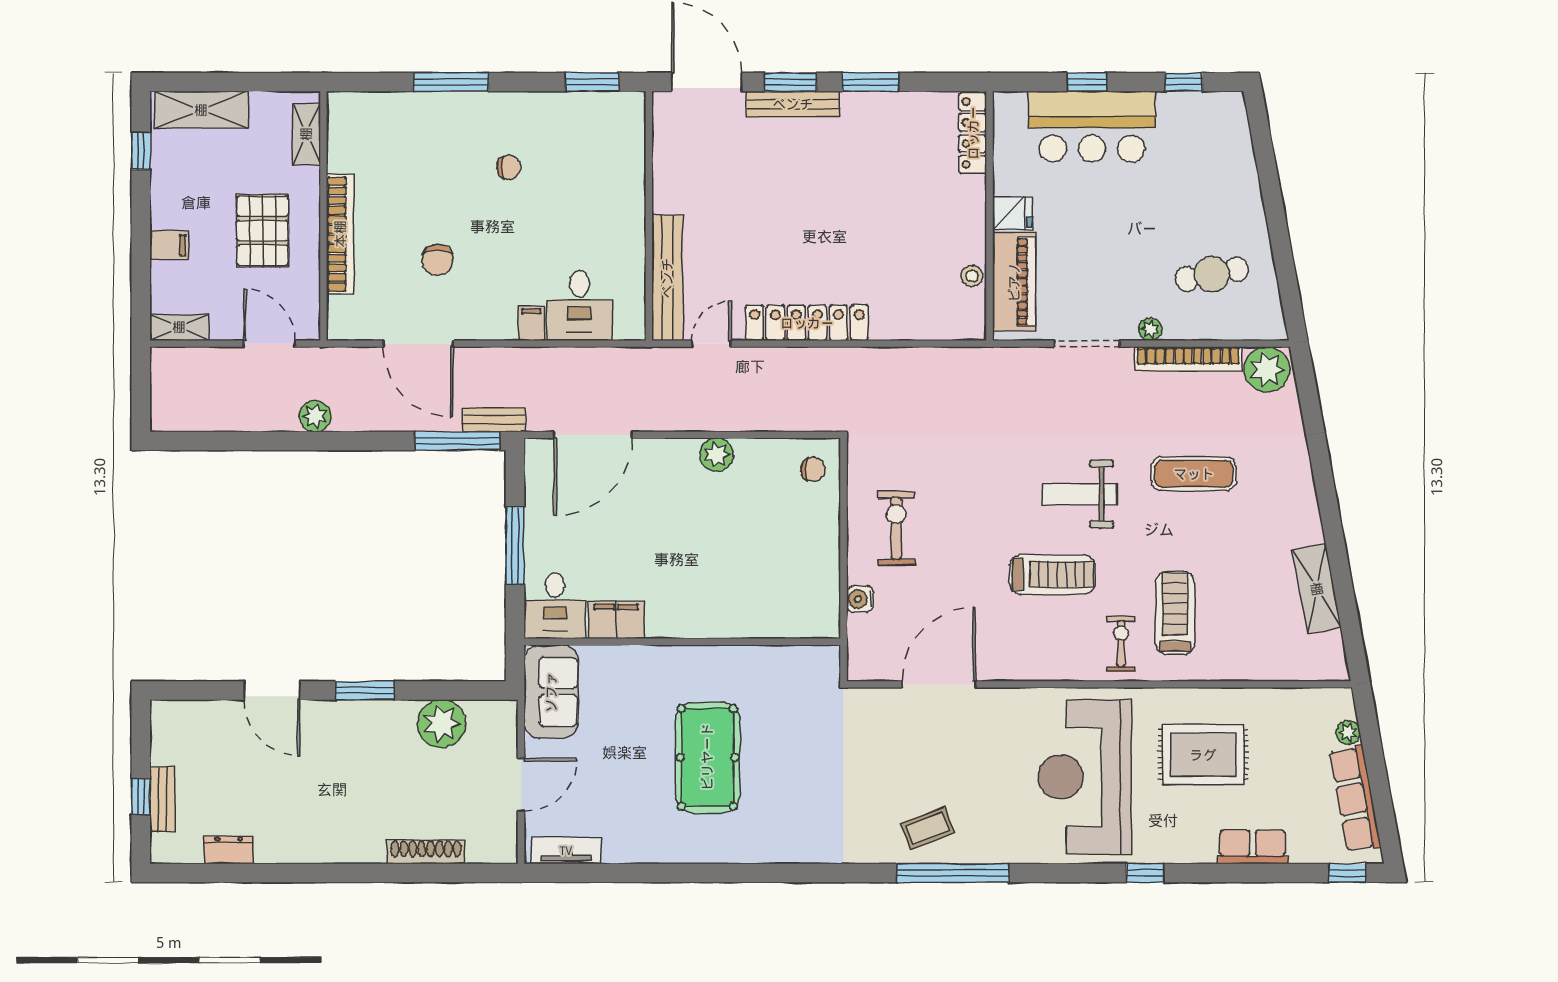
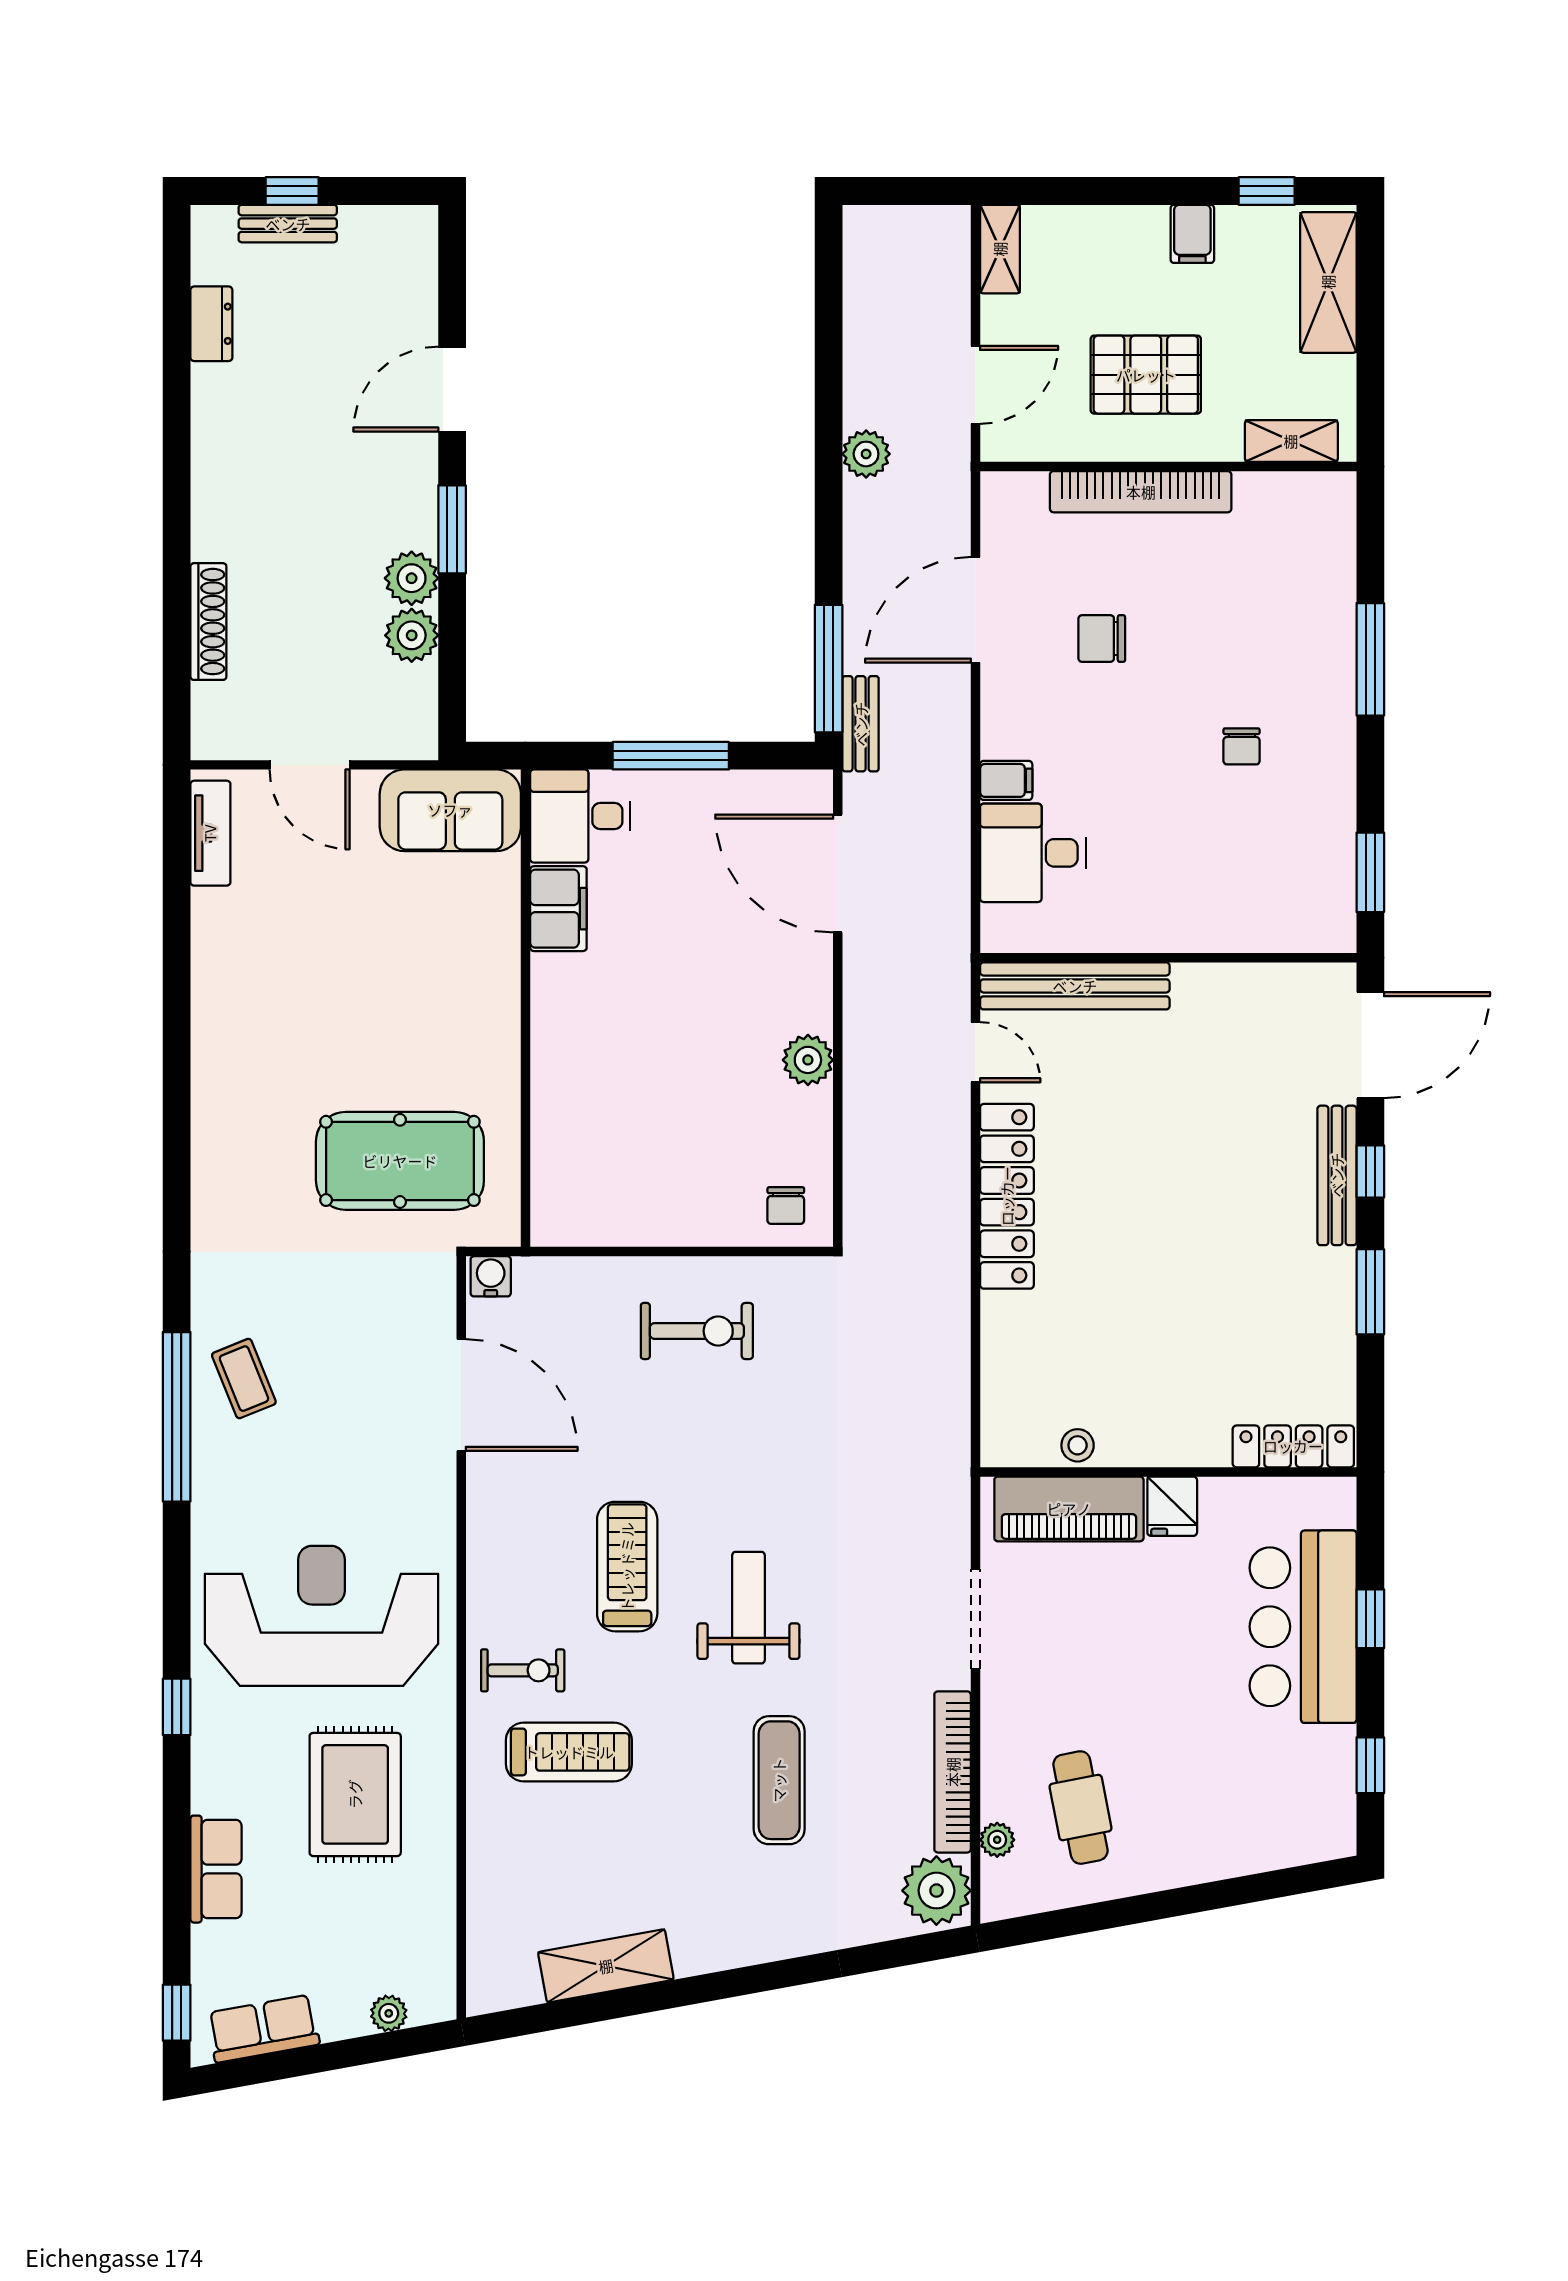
window: (790, 82) -> (1370, 1171), width x0.67
filing cabinet: (169, 245) -> (1192, 234), moved
plant: (1150, 329) -> (997, 1840), moved
treadmill: (1052, 574) -> (627, 1567), turned 180
water cooler: (860, 599) -> (491, 1276), moved
plant: (397, 717) -> (412, 578), added
plant: (442, 724) -> (412, 635), width x0.73, depth x0.73
pool table: (707, 757) -> (400, 1161), moved
row of seats: (1355, 799) -> (263, 2029), width x0.68

